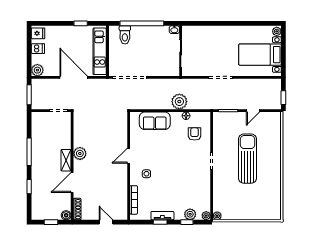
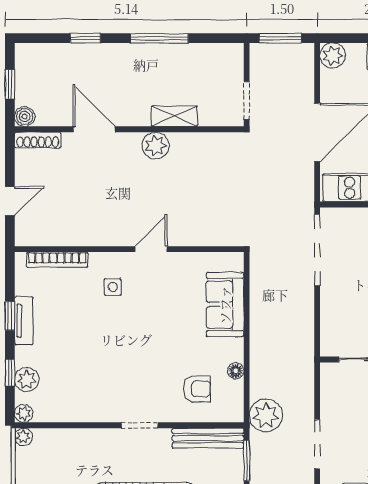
plant: (179, 102) -> (266, 415), moved
bench: (218, 129) -> (208, 438), added
door: (129, 156) -> (151, 249), hinge flipped
shelving: (66, 160) -> (174, 116), moved

